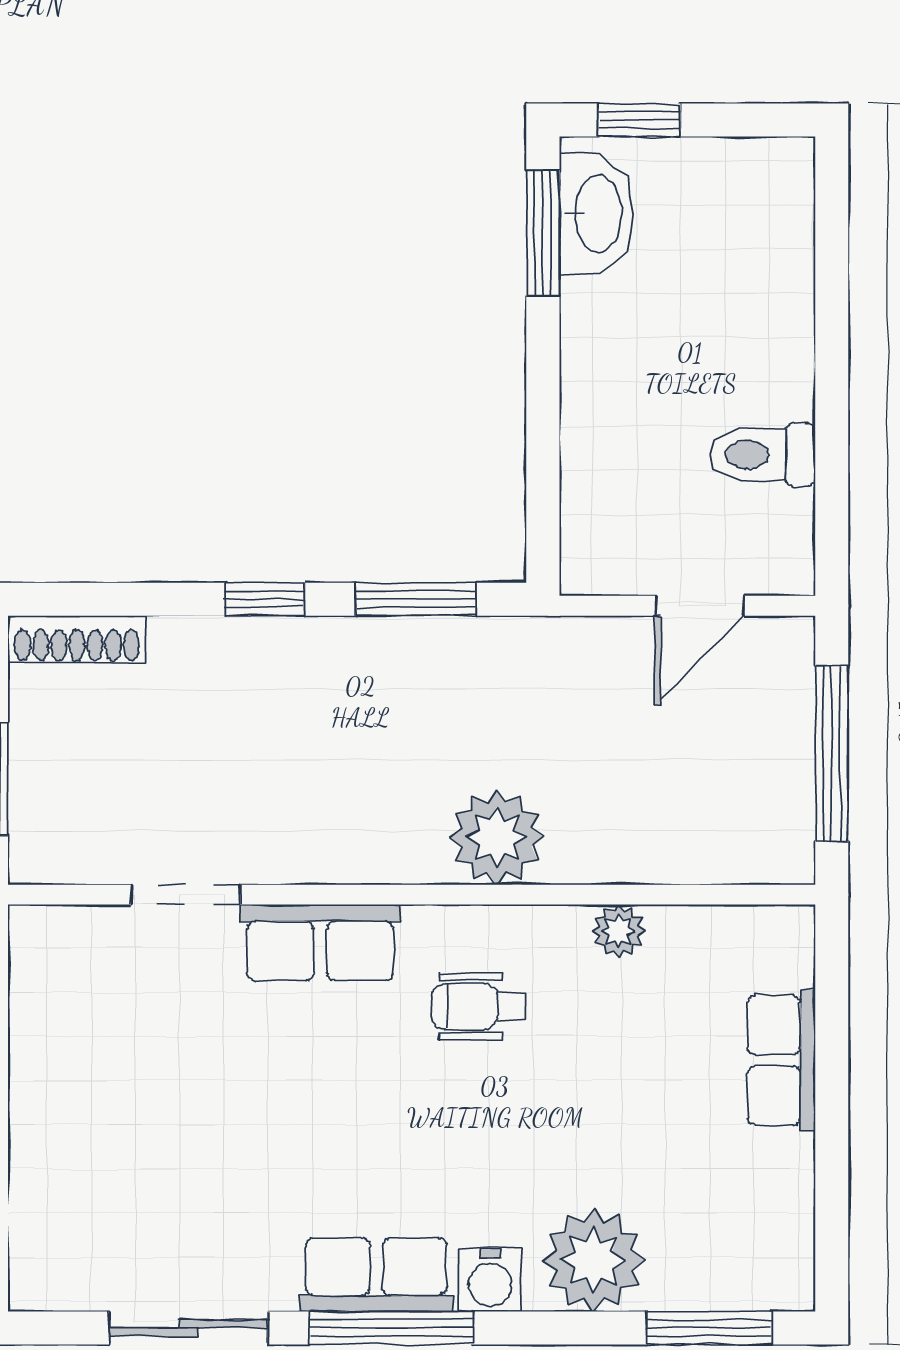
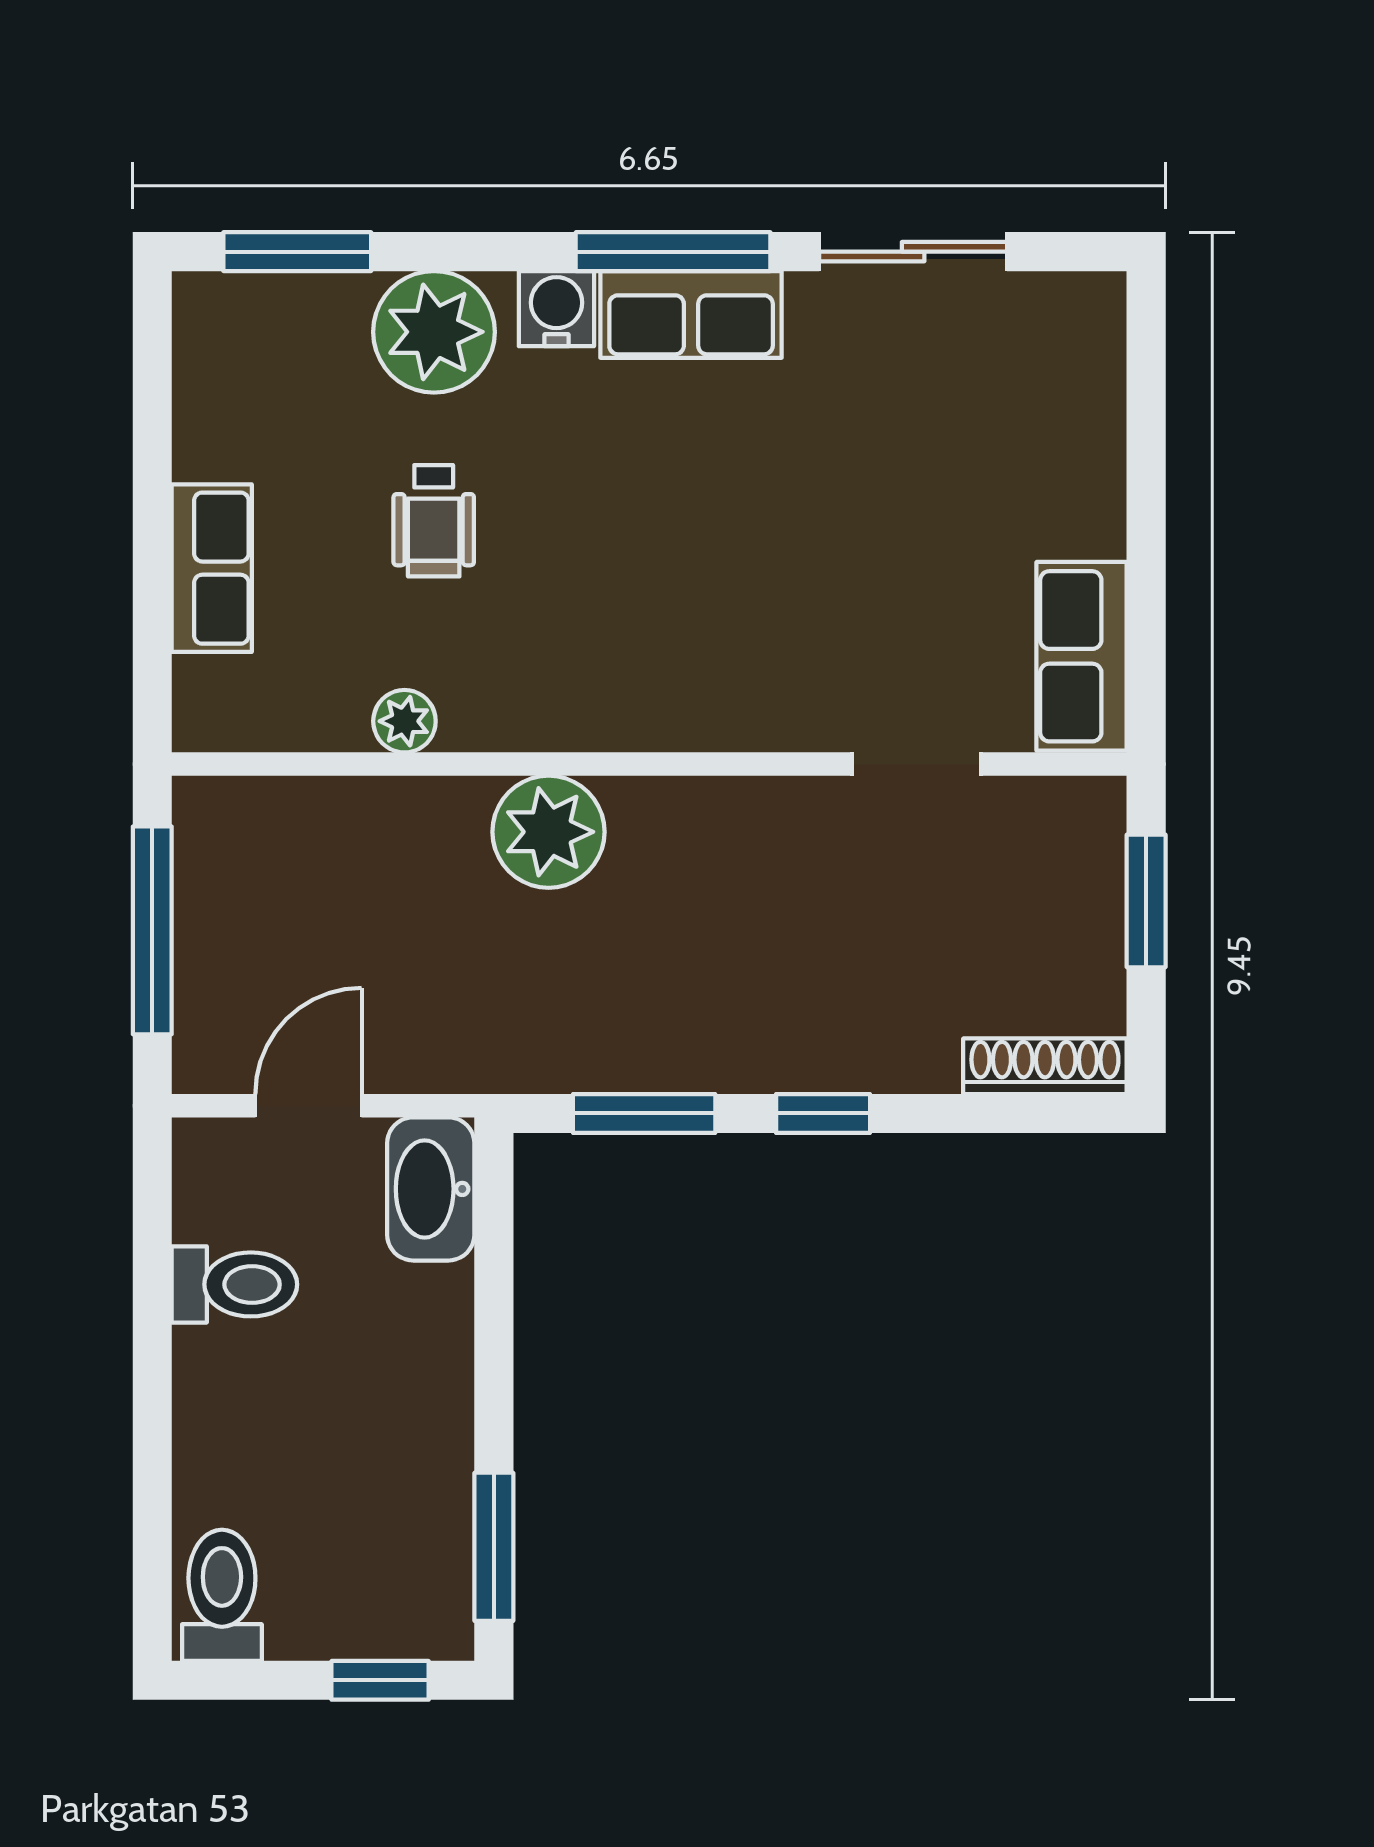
toilet: (773, 192) -> (222, 1595), added
washbasin: (596, 214) -> (431, 1189), moved
row of seats: (320, 943) -> (1082, 656), moved, turned -90
wheelchair: (479, 1006) -> (434, 521), moved, turned 90

